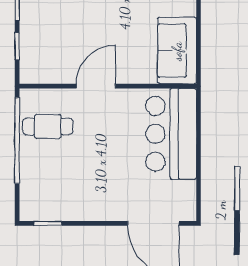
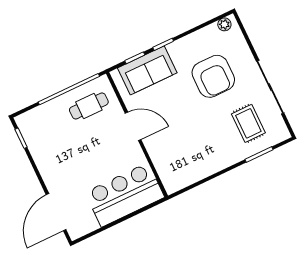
sofa: (177, 51) -> (147, 70), moved, turned 180
cafe table: (48, 126) -> (89, 106), turned 90

